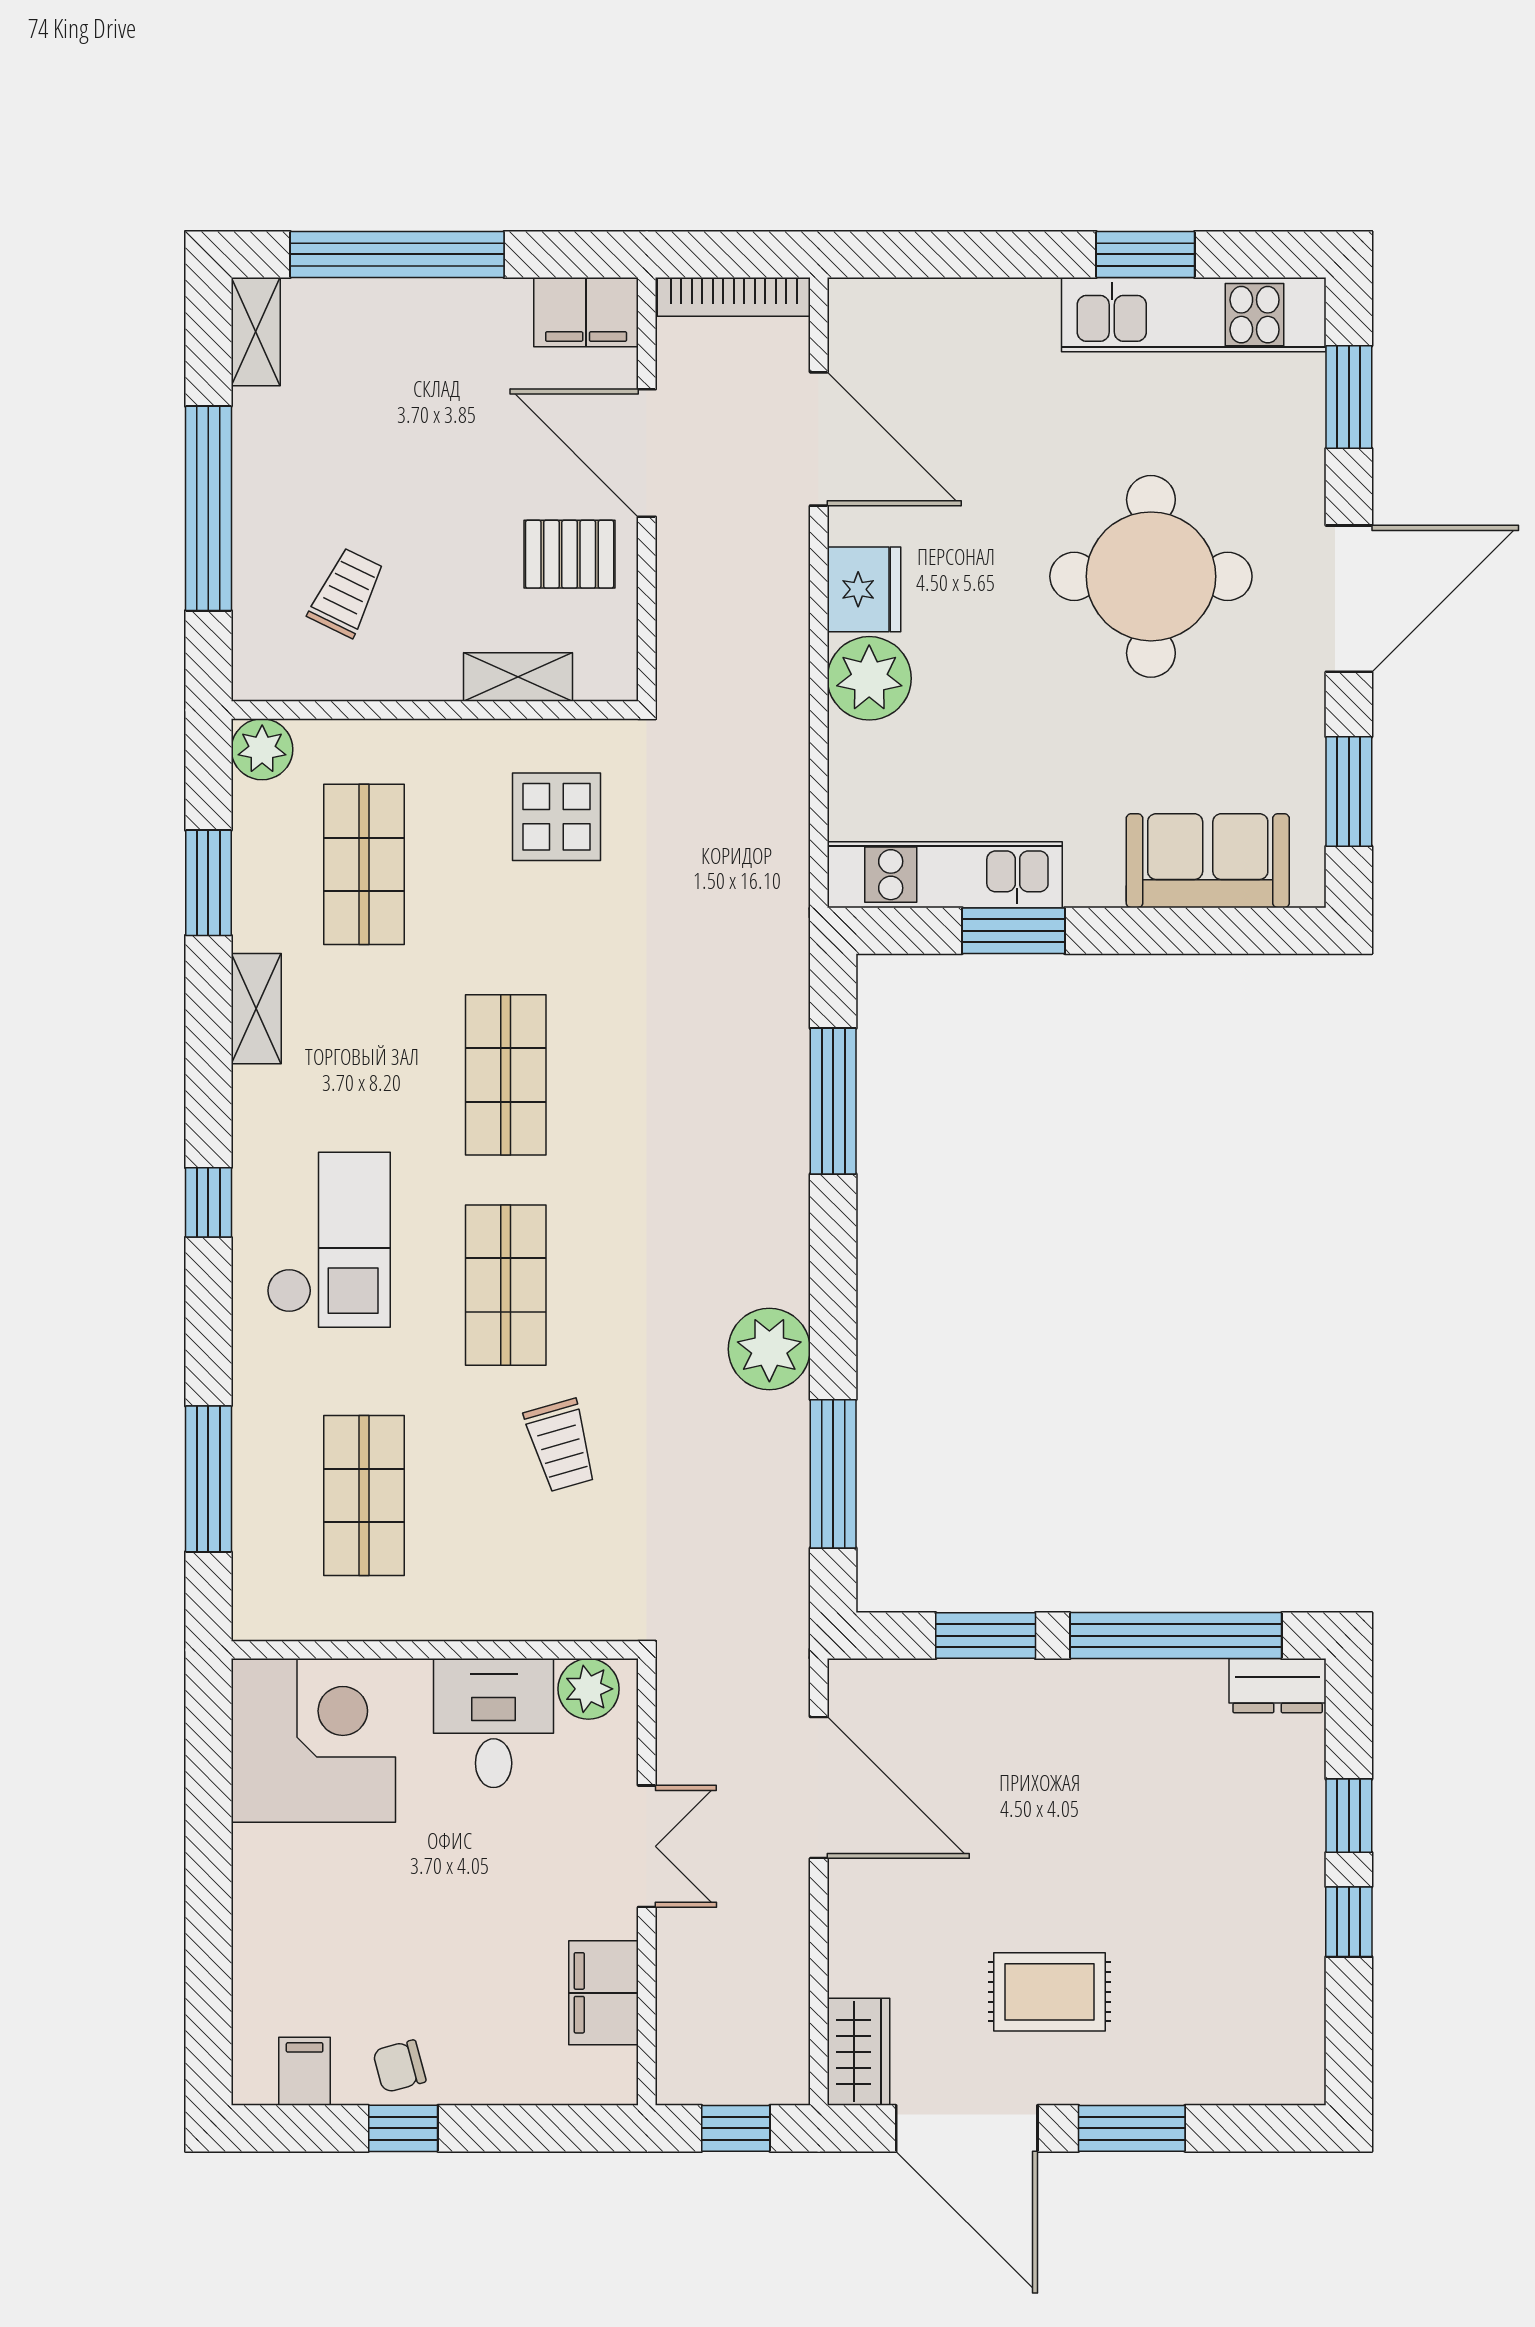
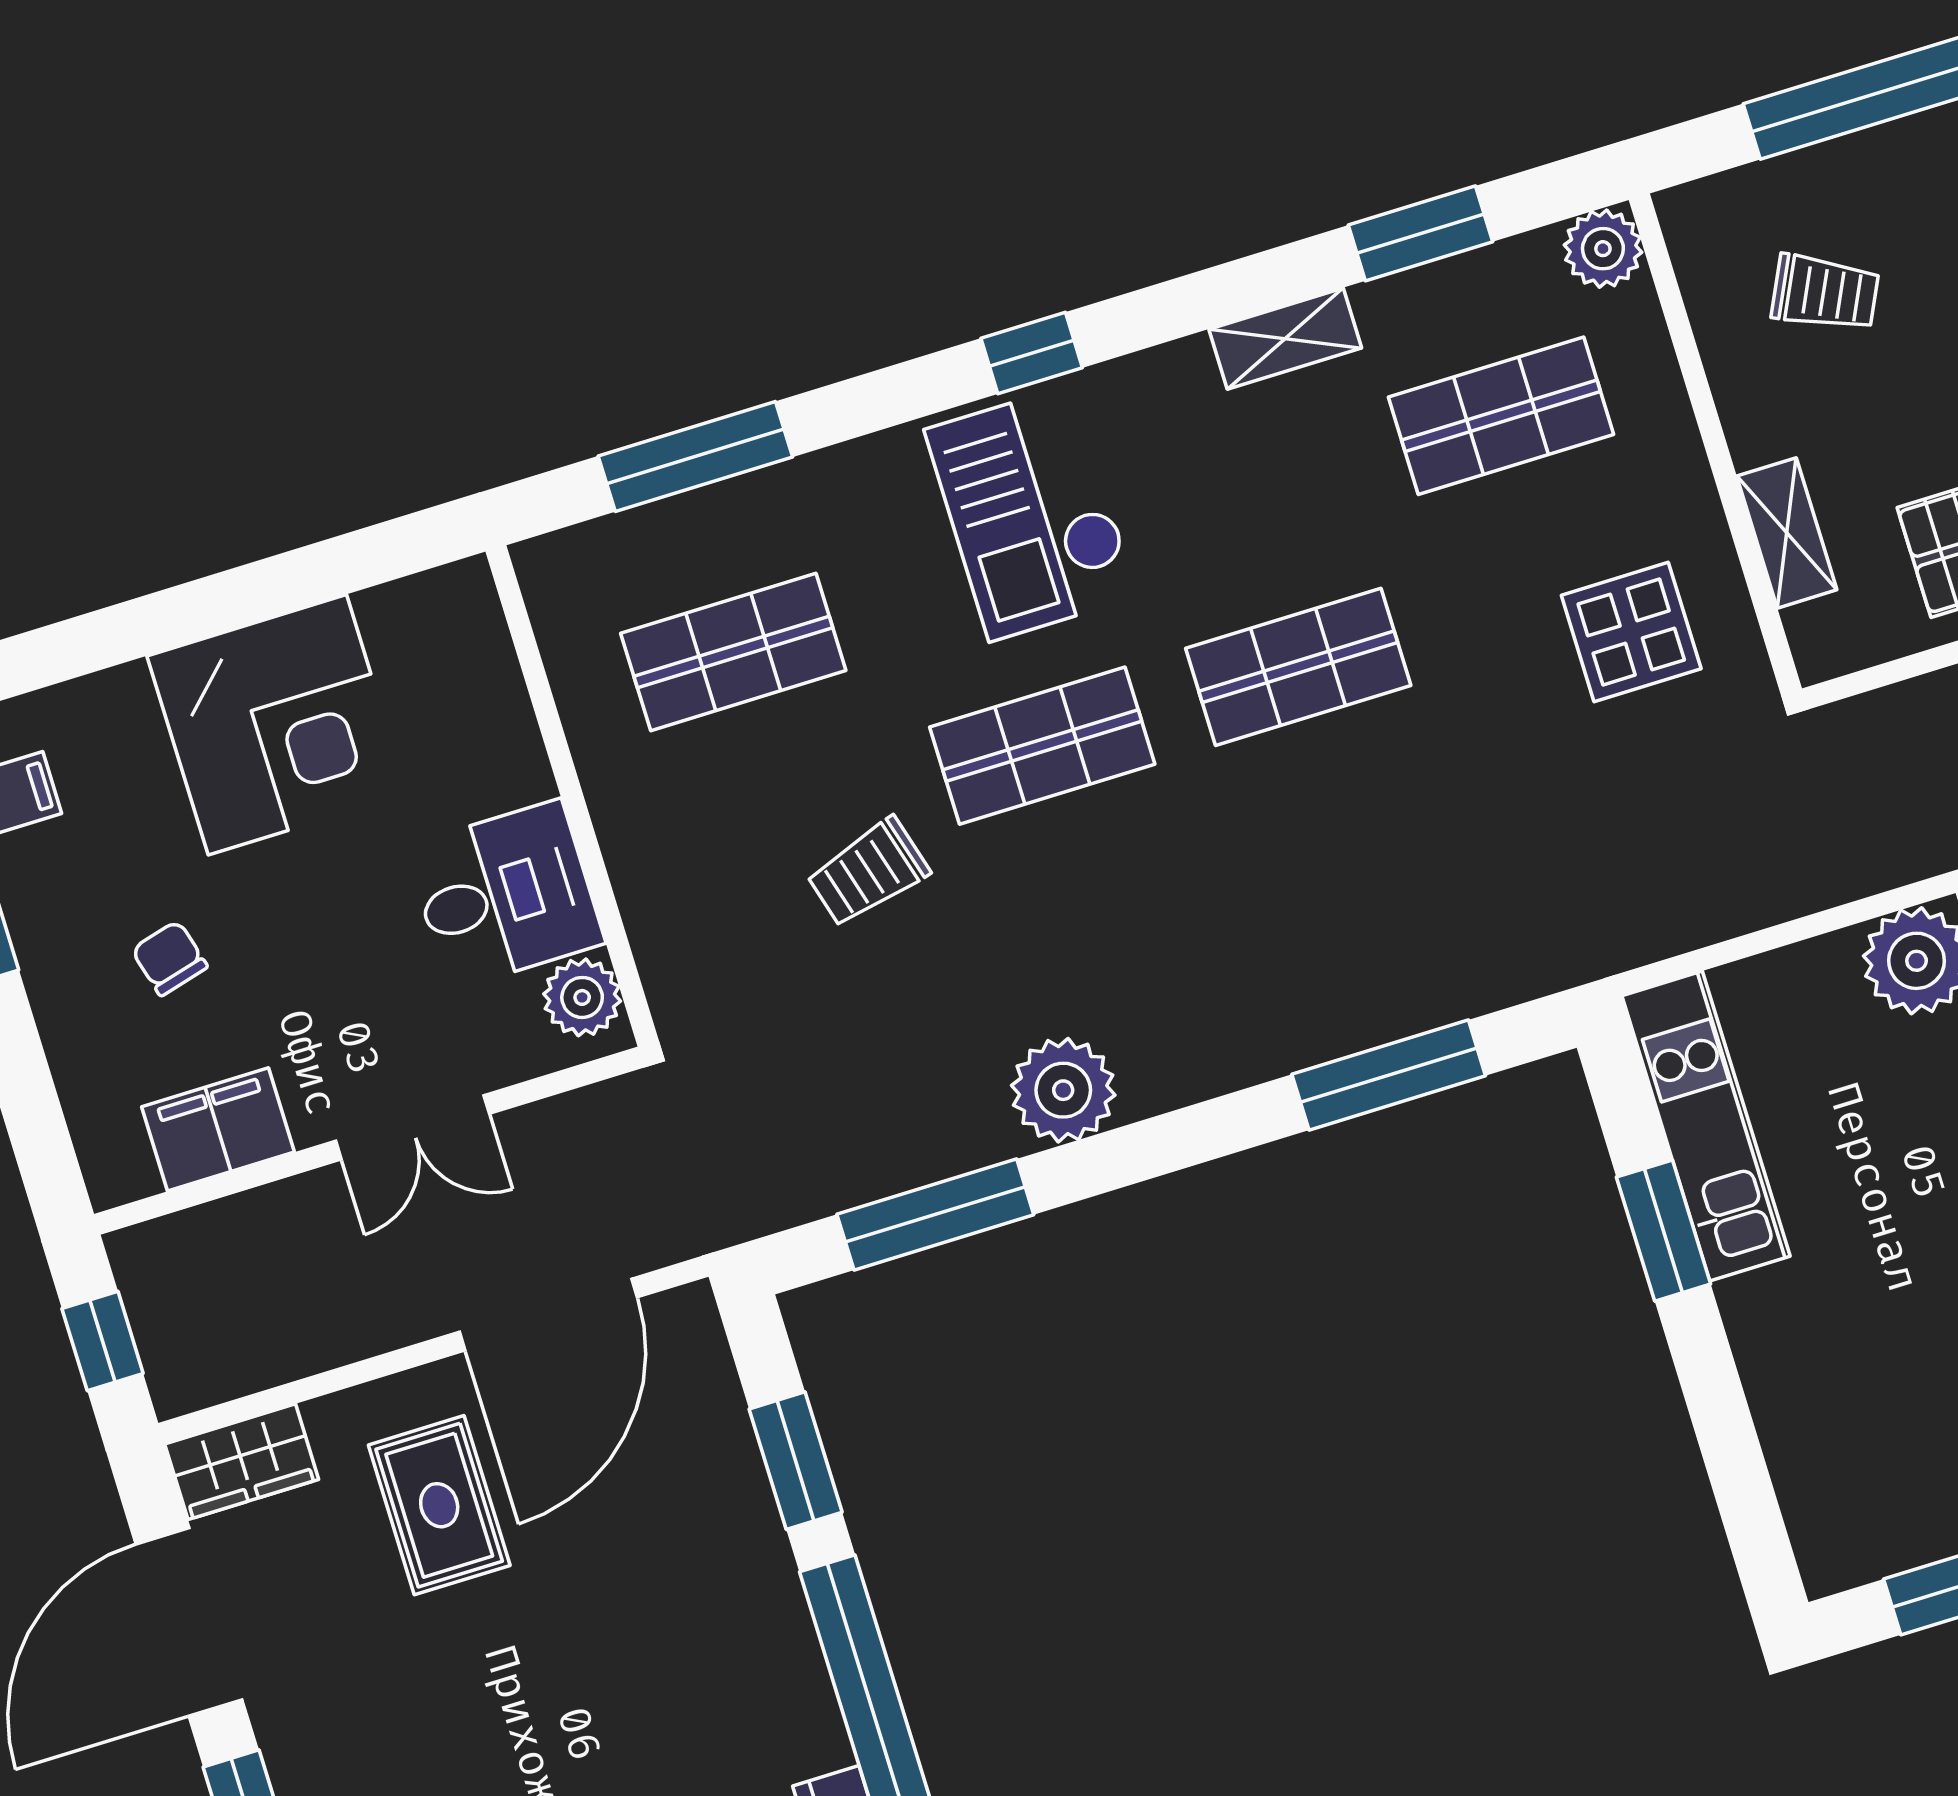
sofa: (1208, 861) -> (1821, 1441), removed
checkout: (328, 1240) -> (1031, 513), turned 90
corner desk: (313, 1740) -> (277, 725), moved
rug: (1050, 1992) -> (439, 1505), moved
chair: (399, 2066) -> (169, 958), moved

